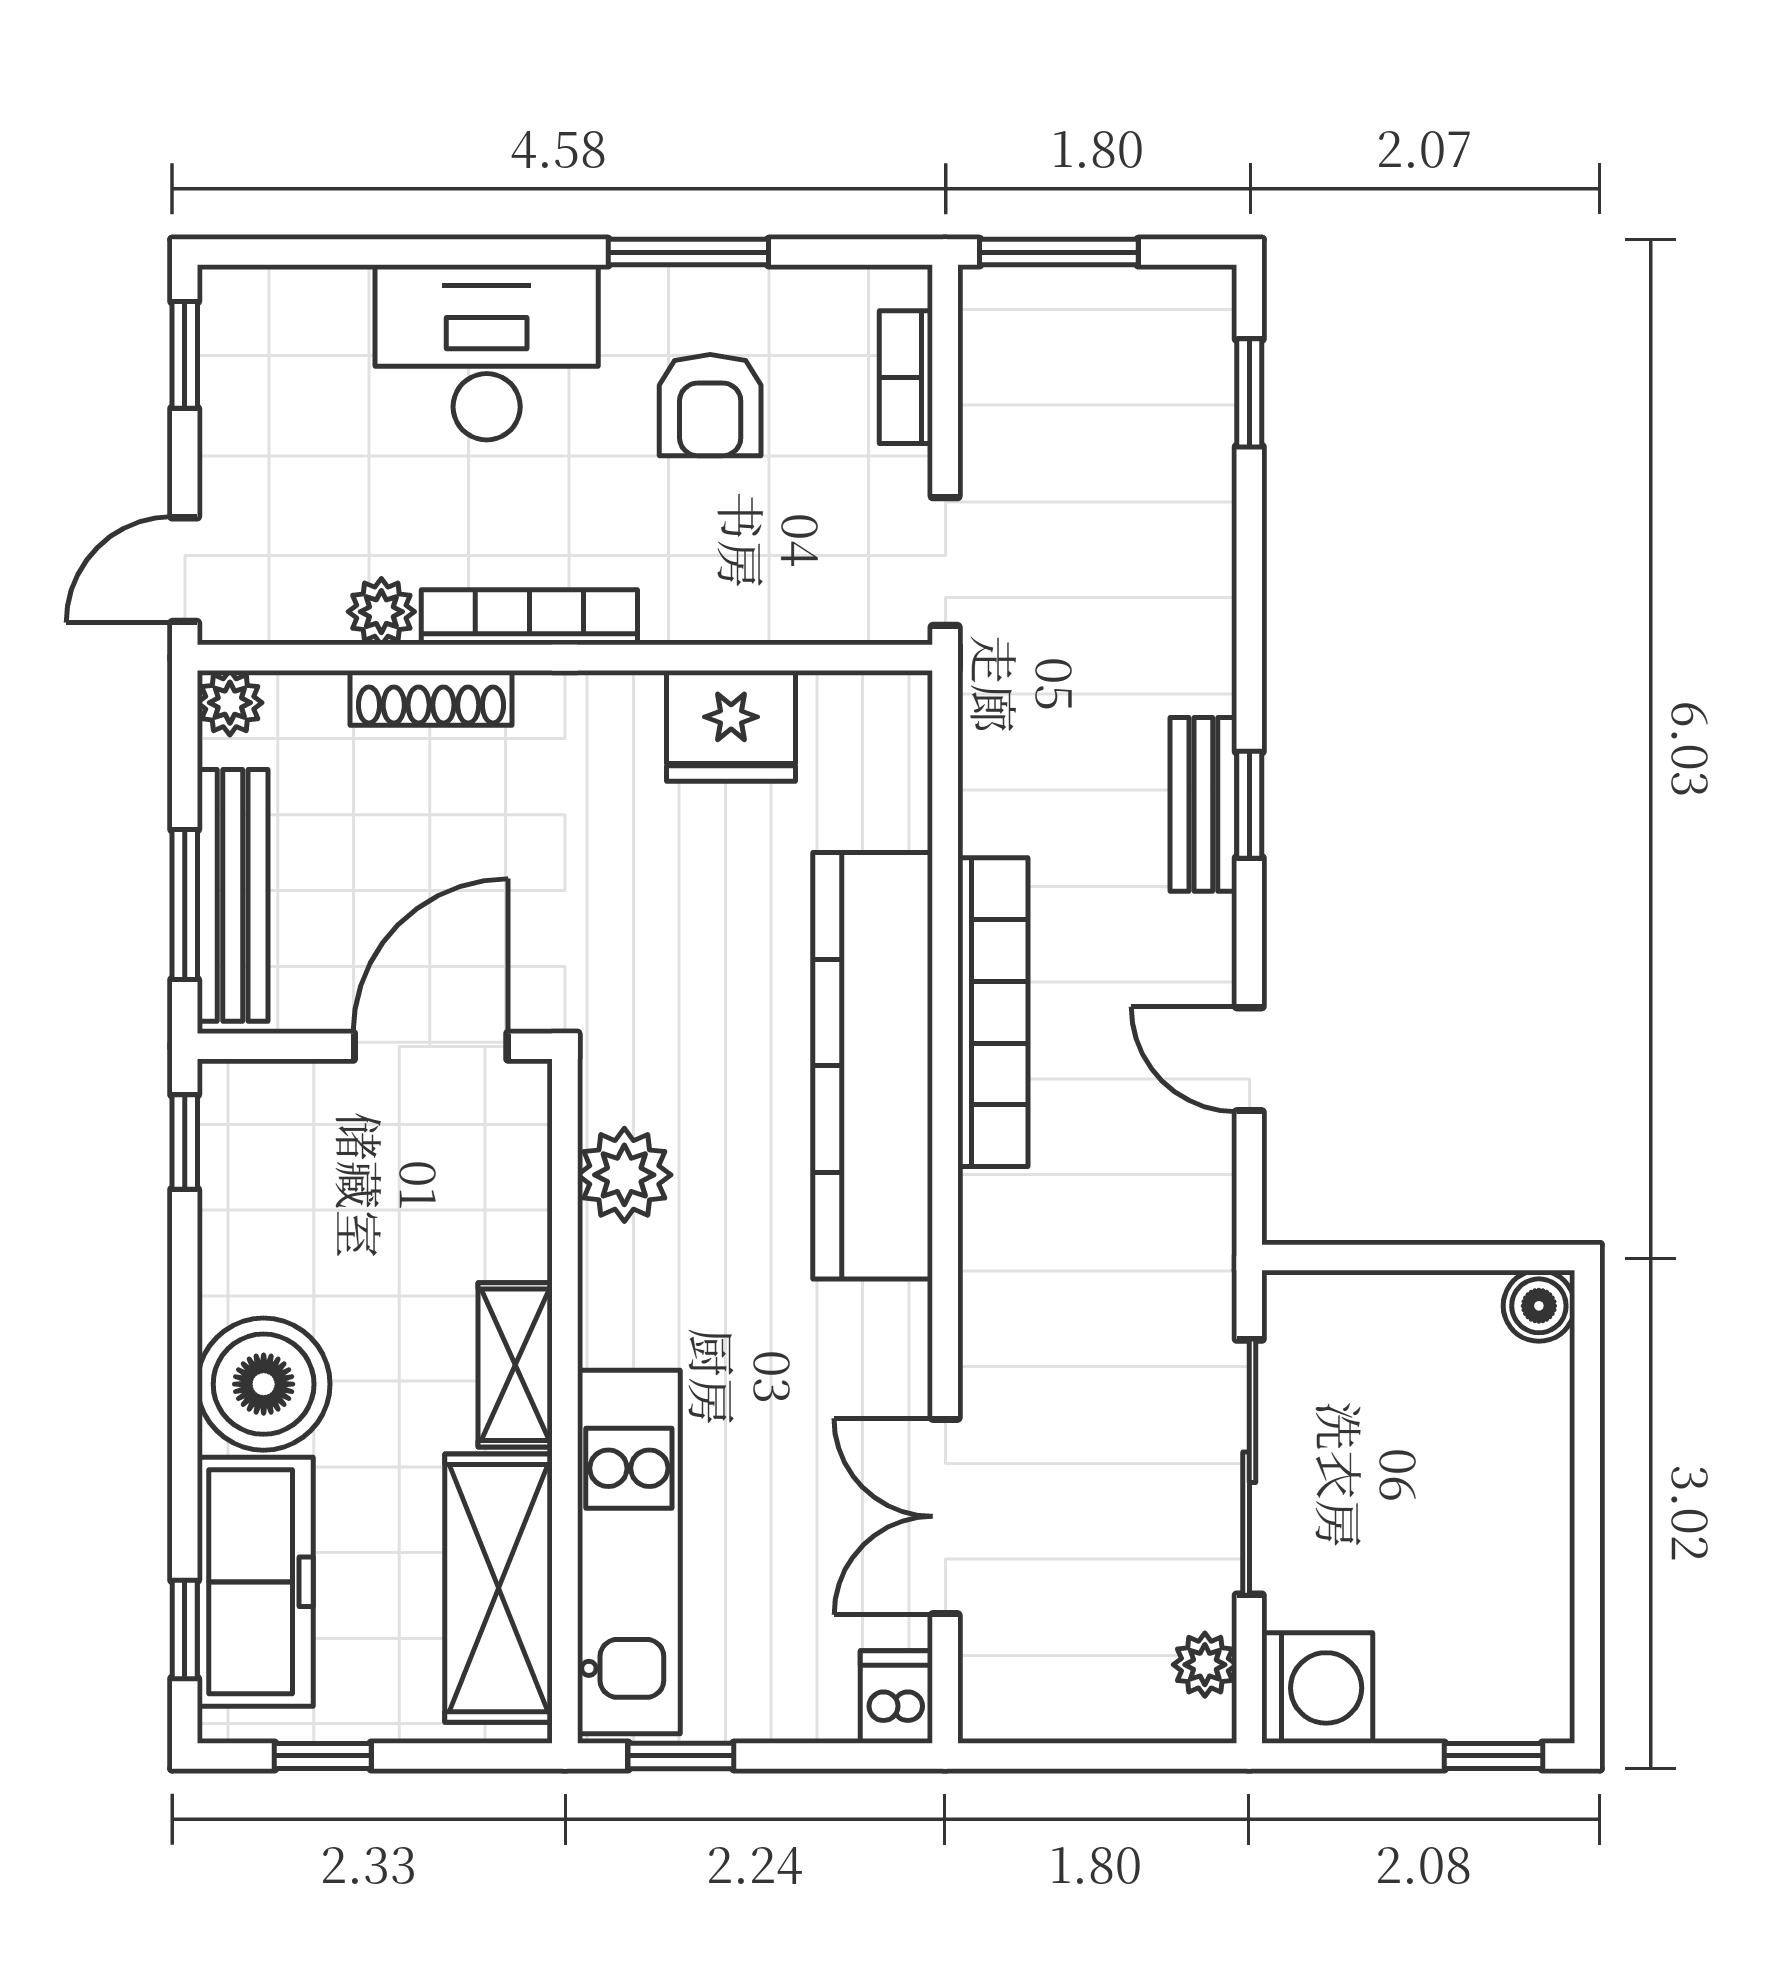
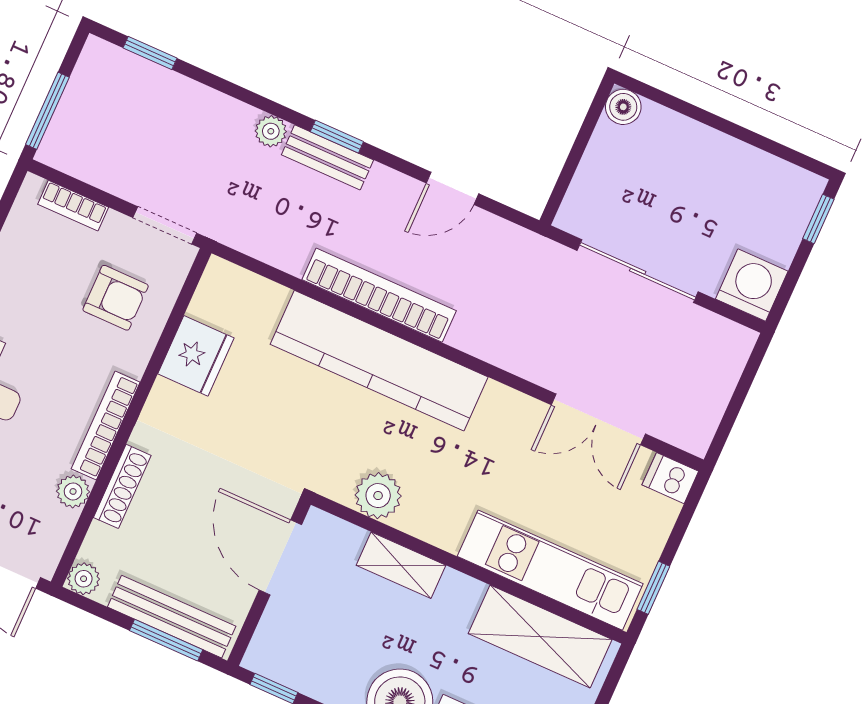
armchair: (710, 405) -> (116, 298), moved
shelving: (515, 1365) -> (401, 565), moved
plant: (1205, 1665) -> (271, 131), moved

